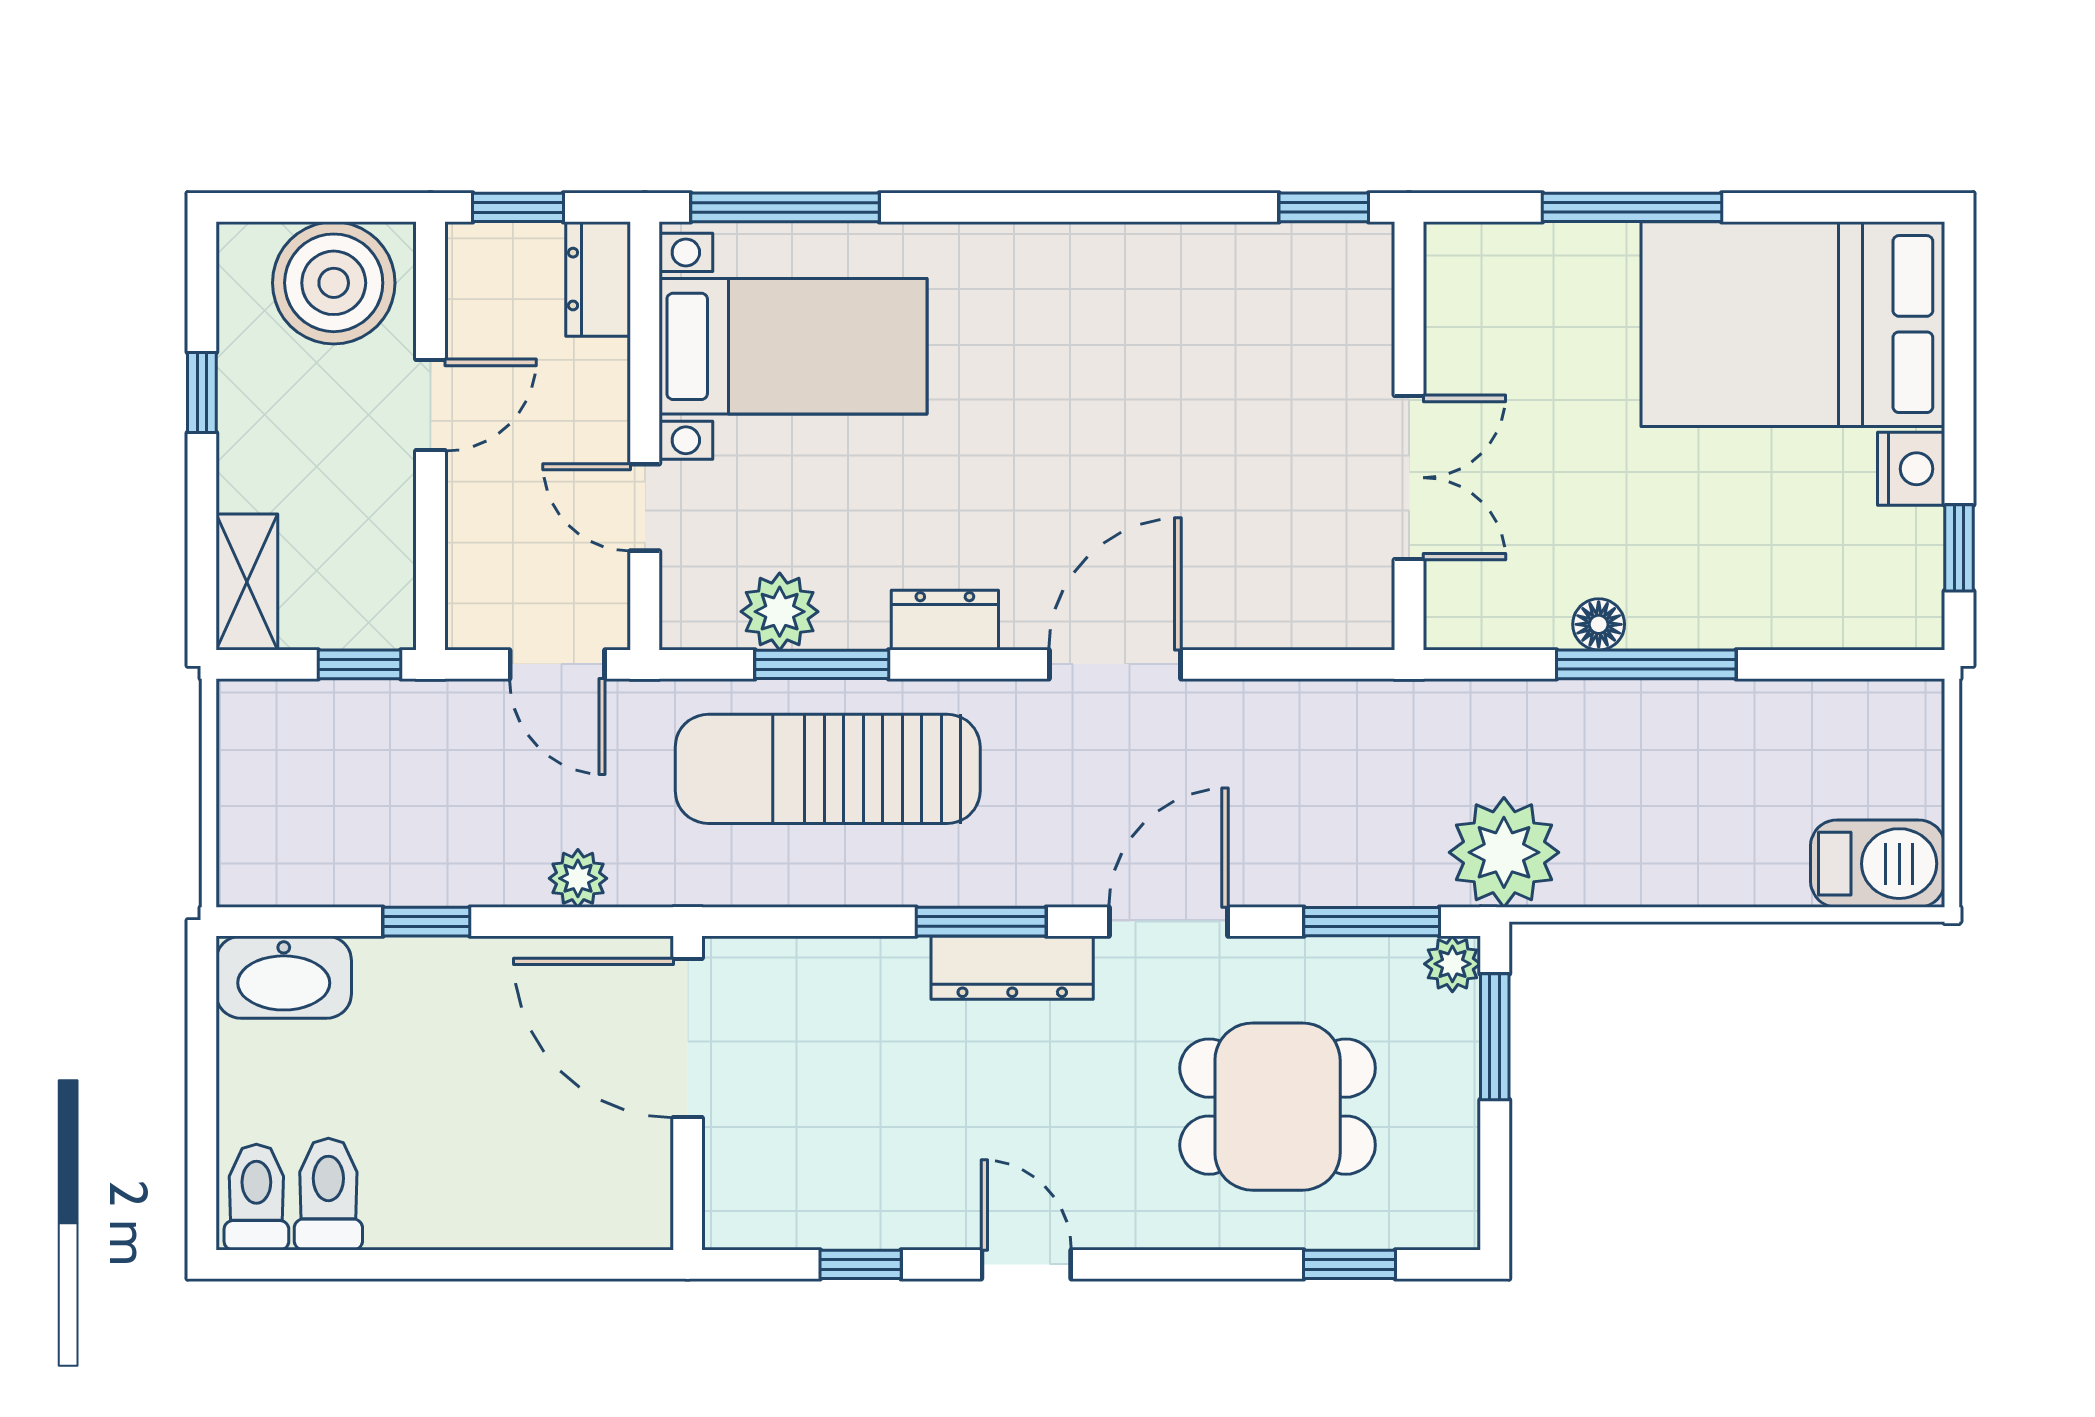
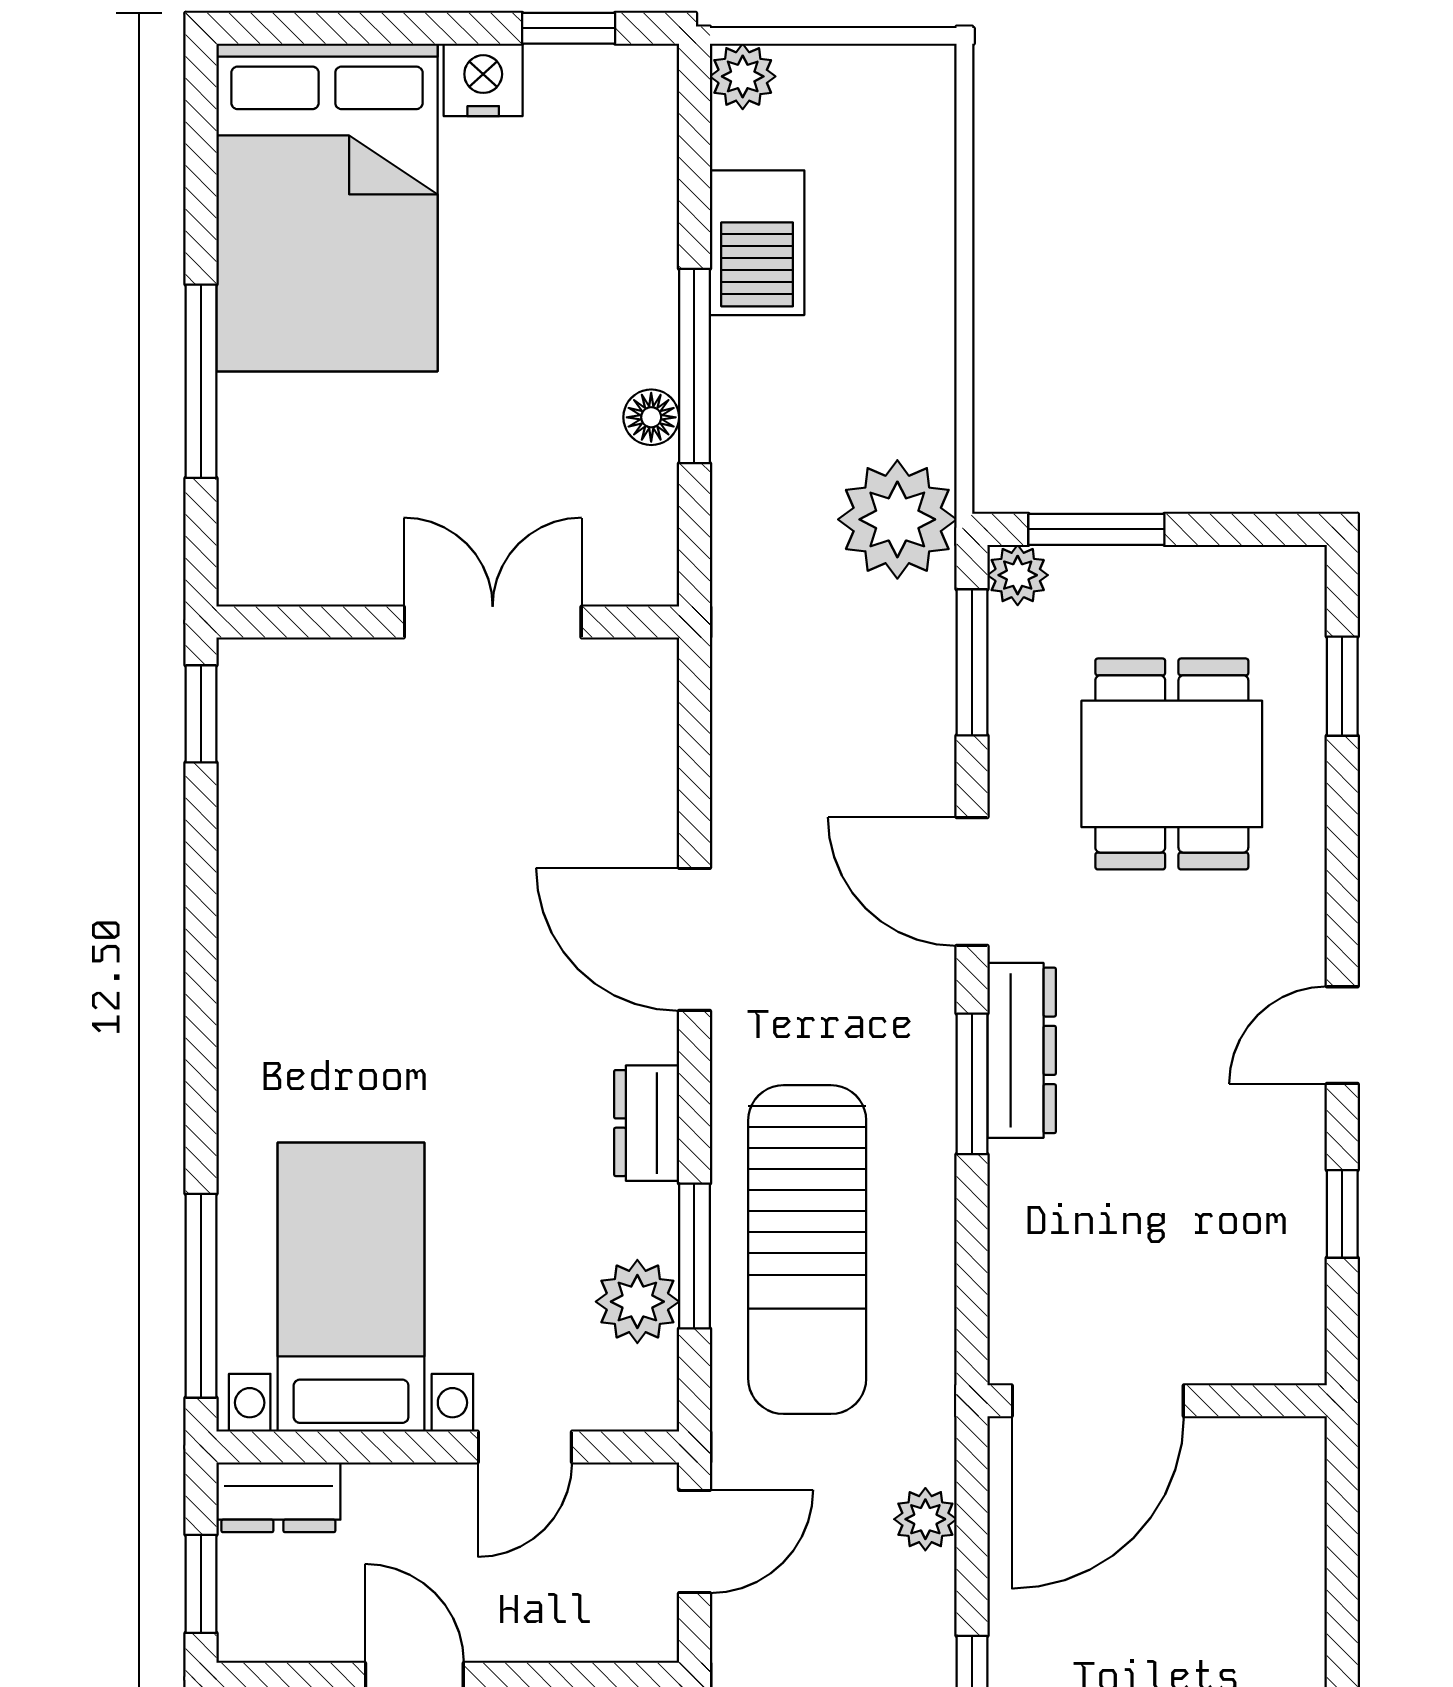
plant: (1914, 709) -> (743, 76), added
barbecue: (1878, 864) -> (757, 243), moved, turned 180

